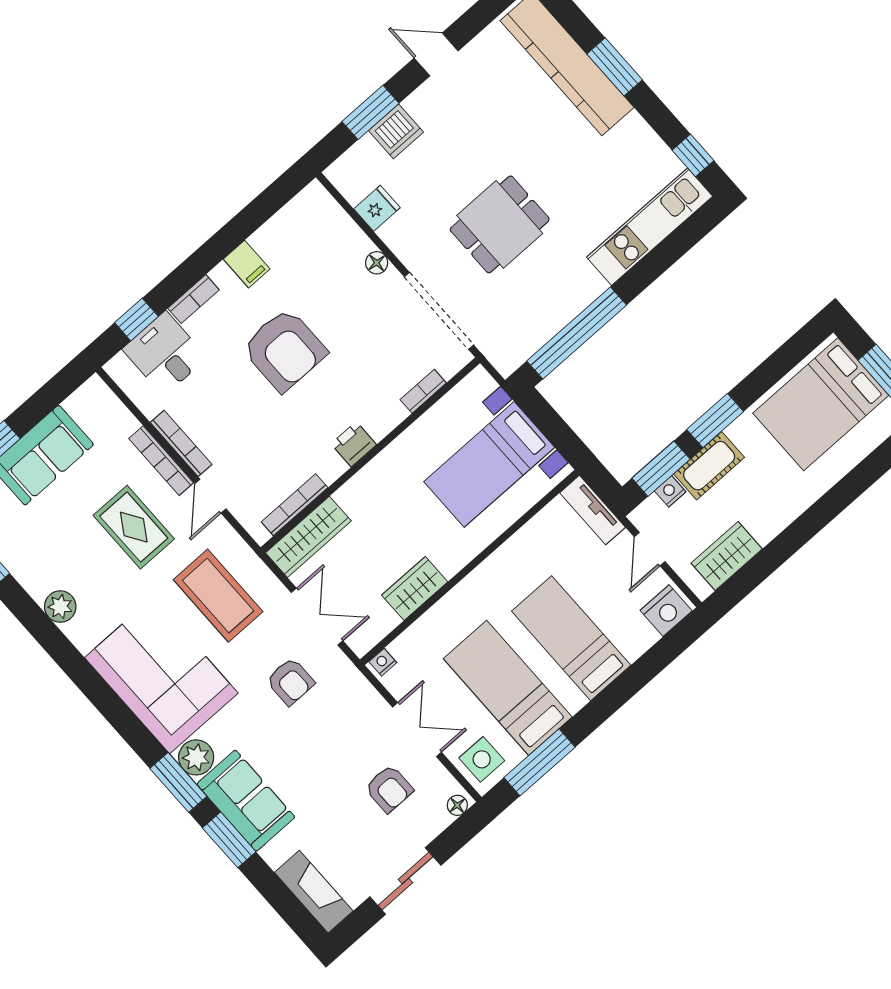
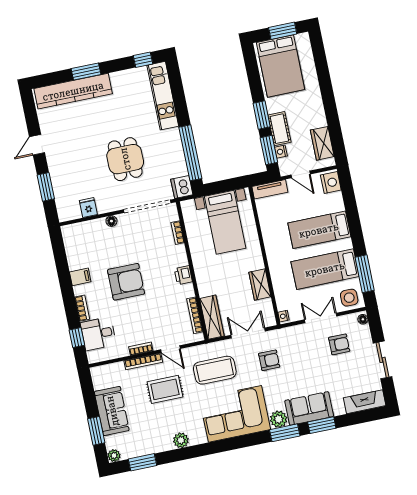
dishwasher: (396, 131) -> (182, 187), moved, turned 180
bookcase: (181, 443) -> (141, 349), width x0.64

